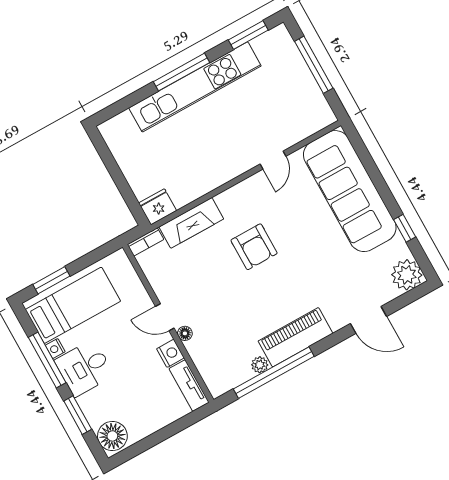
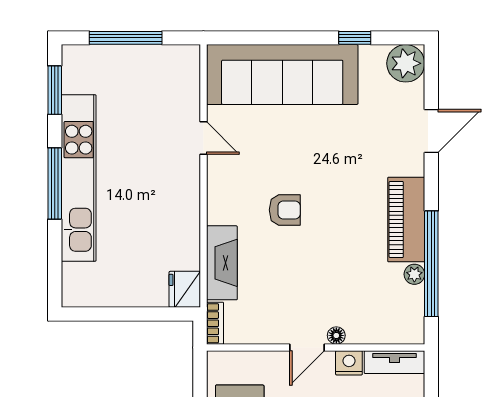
armchair: (254, 247) -> (285, 210), width x0.72, depth x0.72

